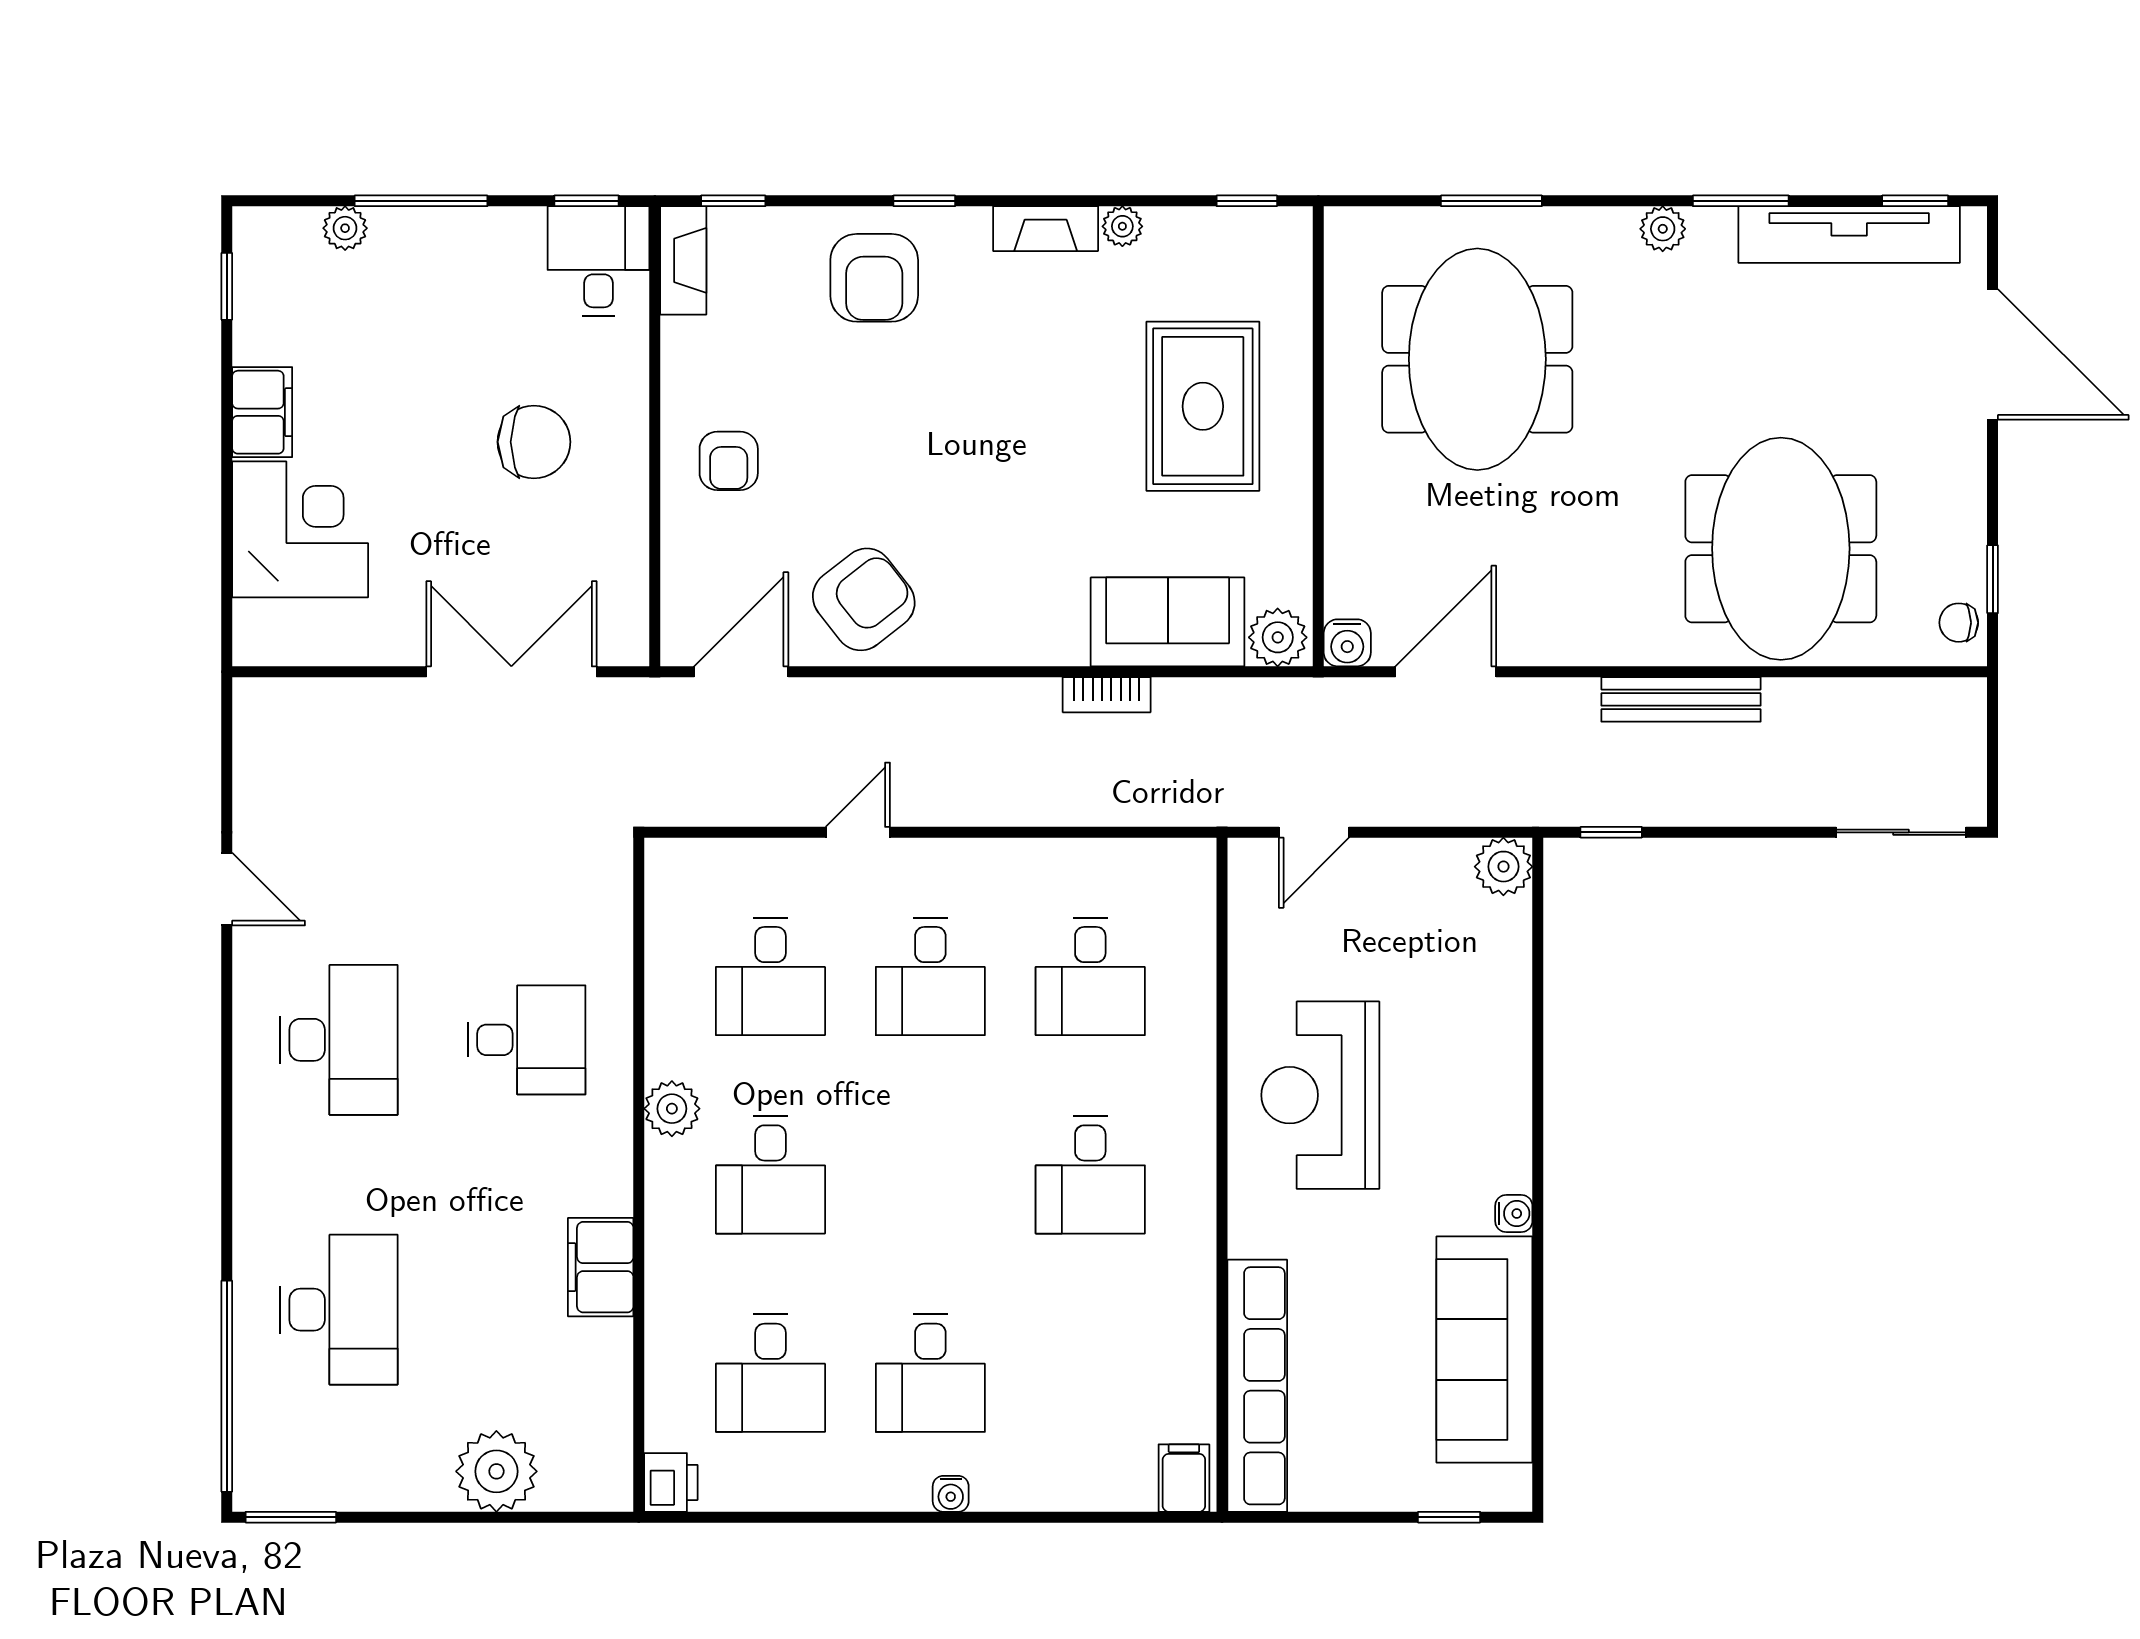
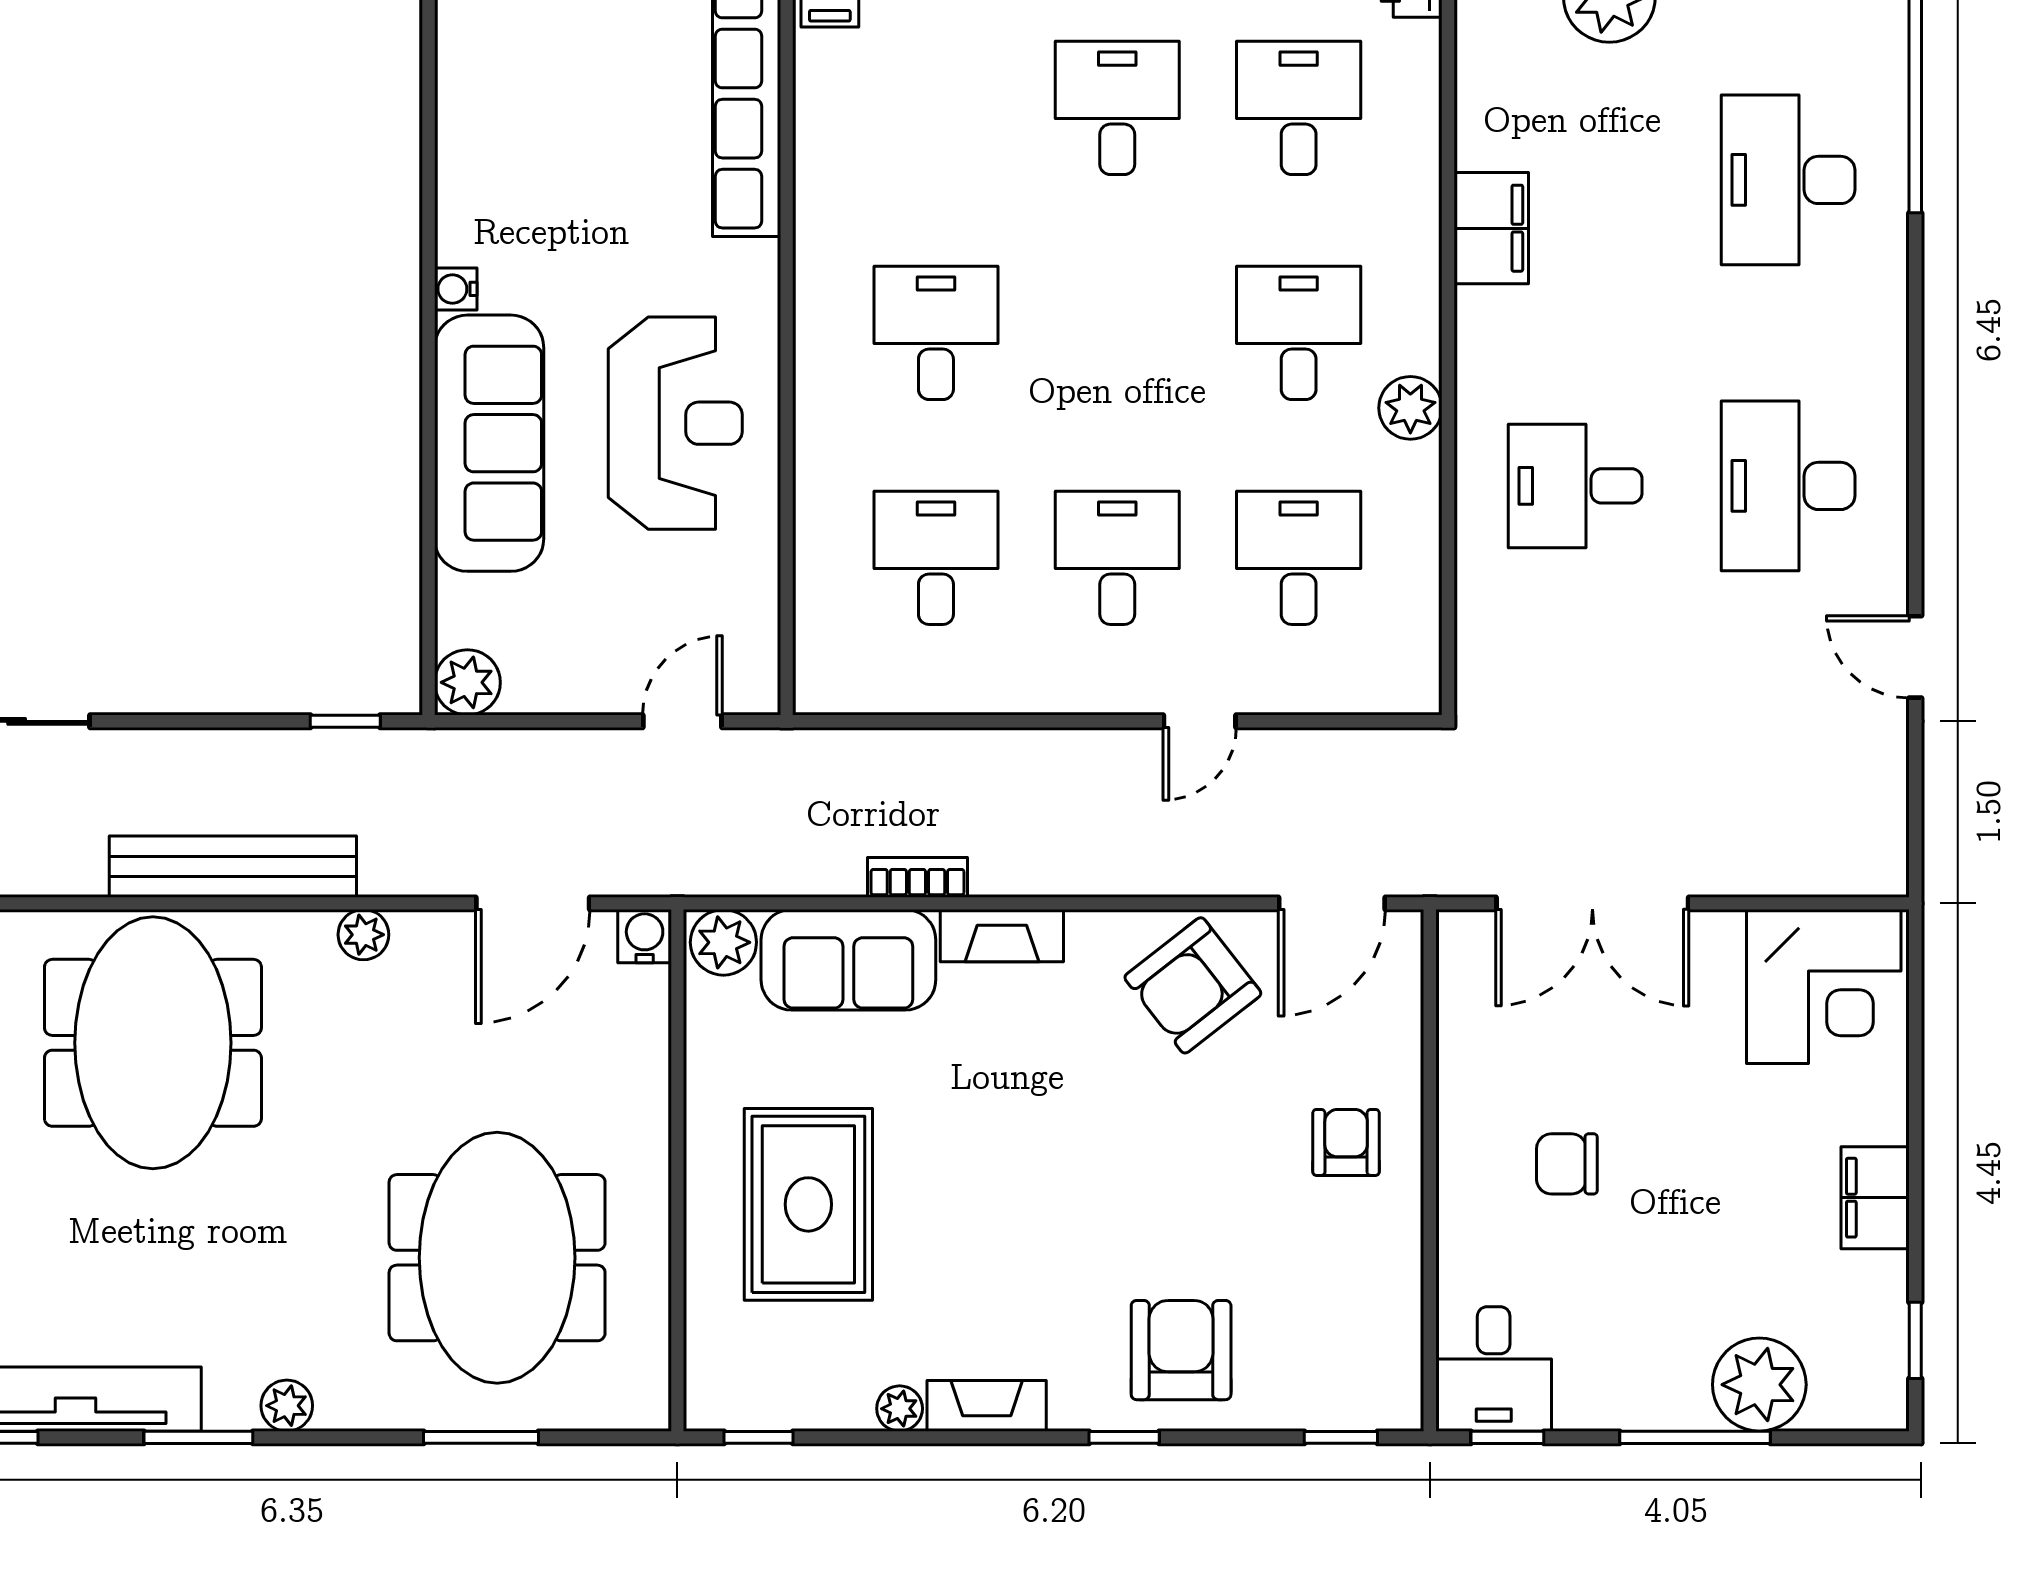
plant: (345, 228) -> (1759, 1385), width x1.87, depth x1.87
fireplace: (683, 260) -> (1002, 936), moved, turned -90
chair: (534, 442) -> (1567, 1164), width x0.73, depth x0.73
corner desk: (300, 529) -> (1824, 987), moved, turned -90
plant: (1595, 644) -> (363, 935), added
bench: (1681, 699) -> (233, 867), width x1.37, depth x1.21
sofa: (1484, 1350) -> (489, 443), moved

